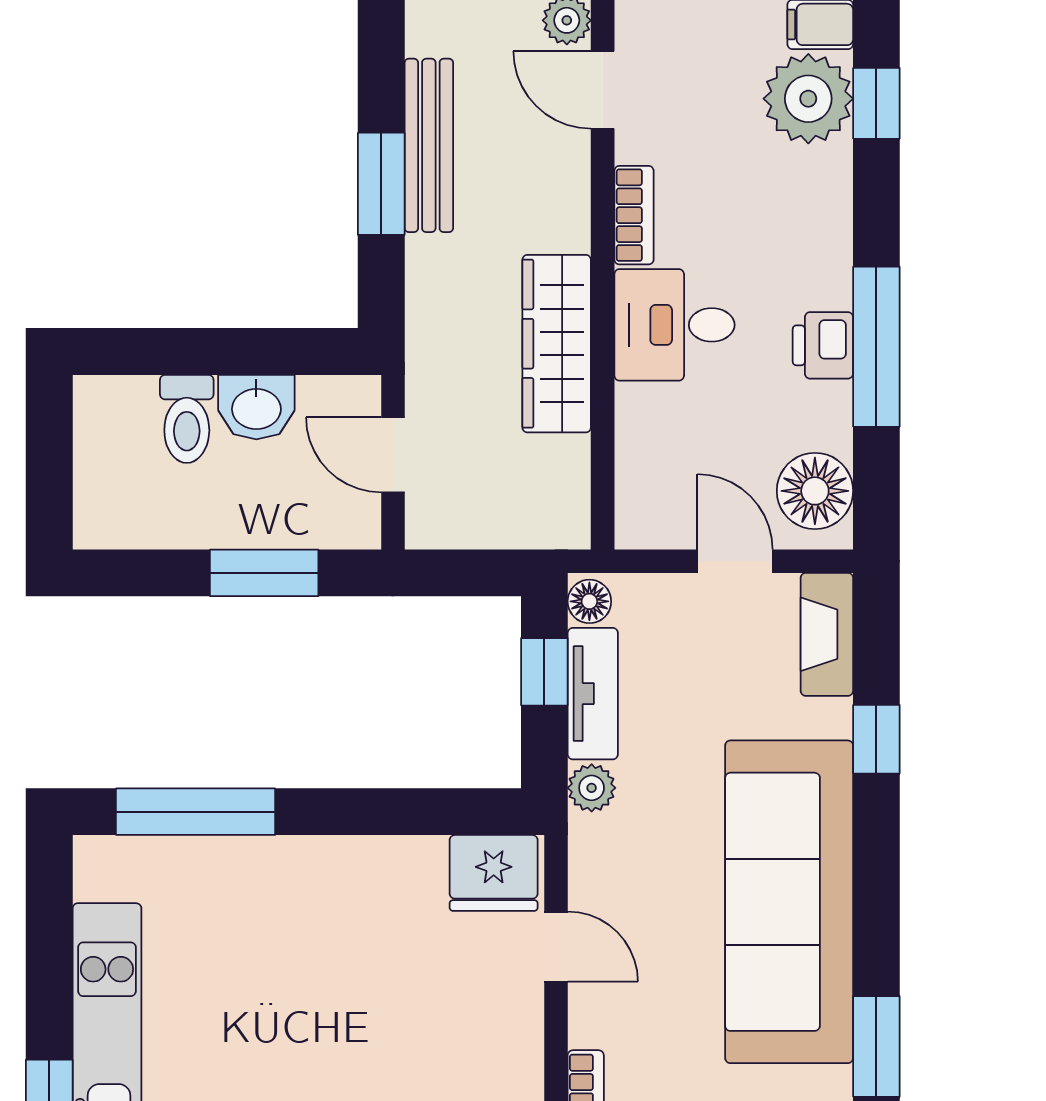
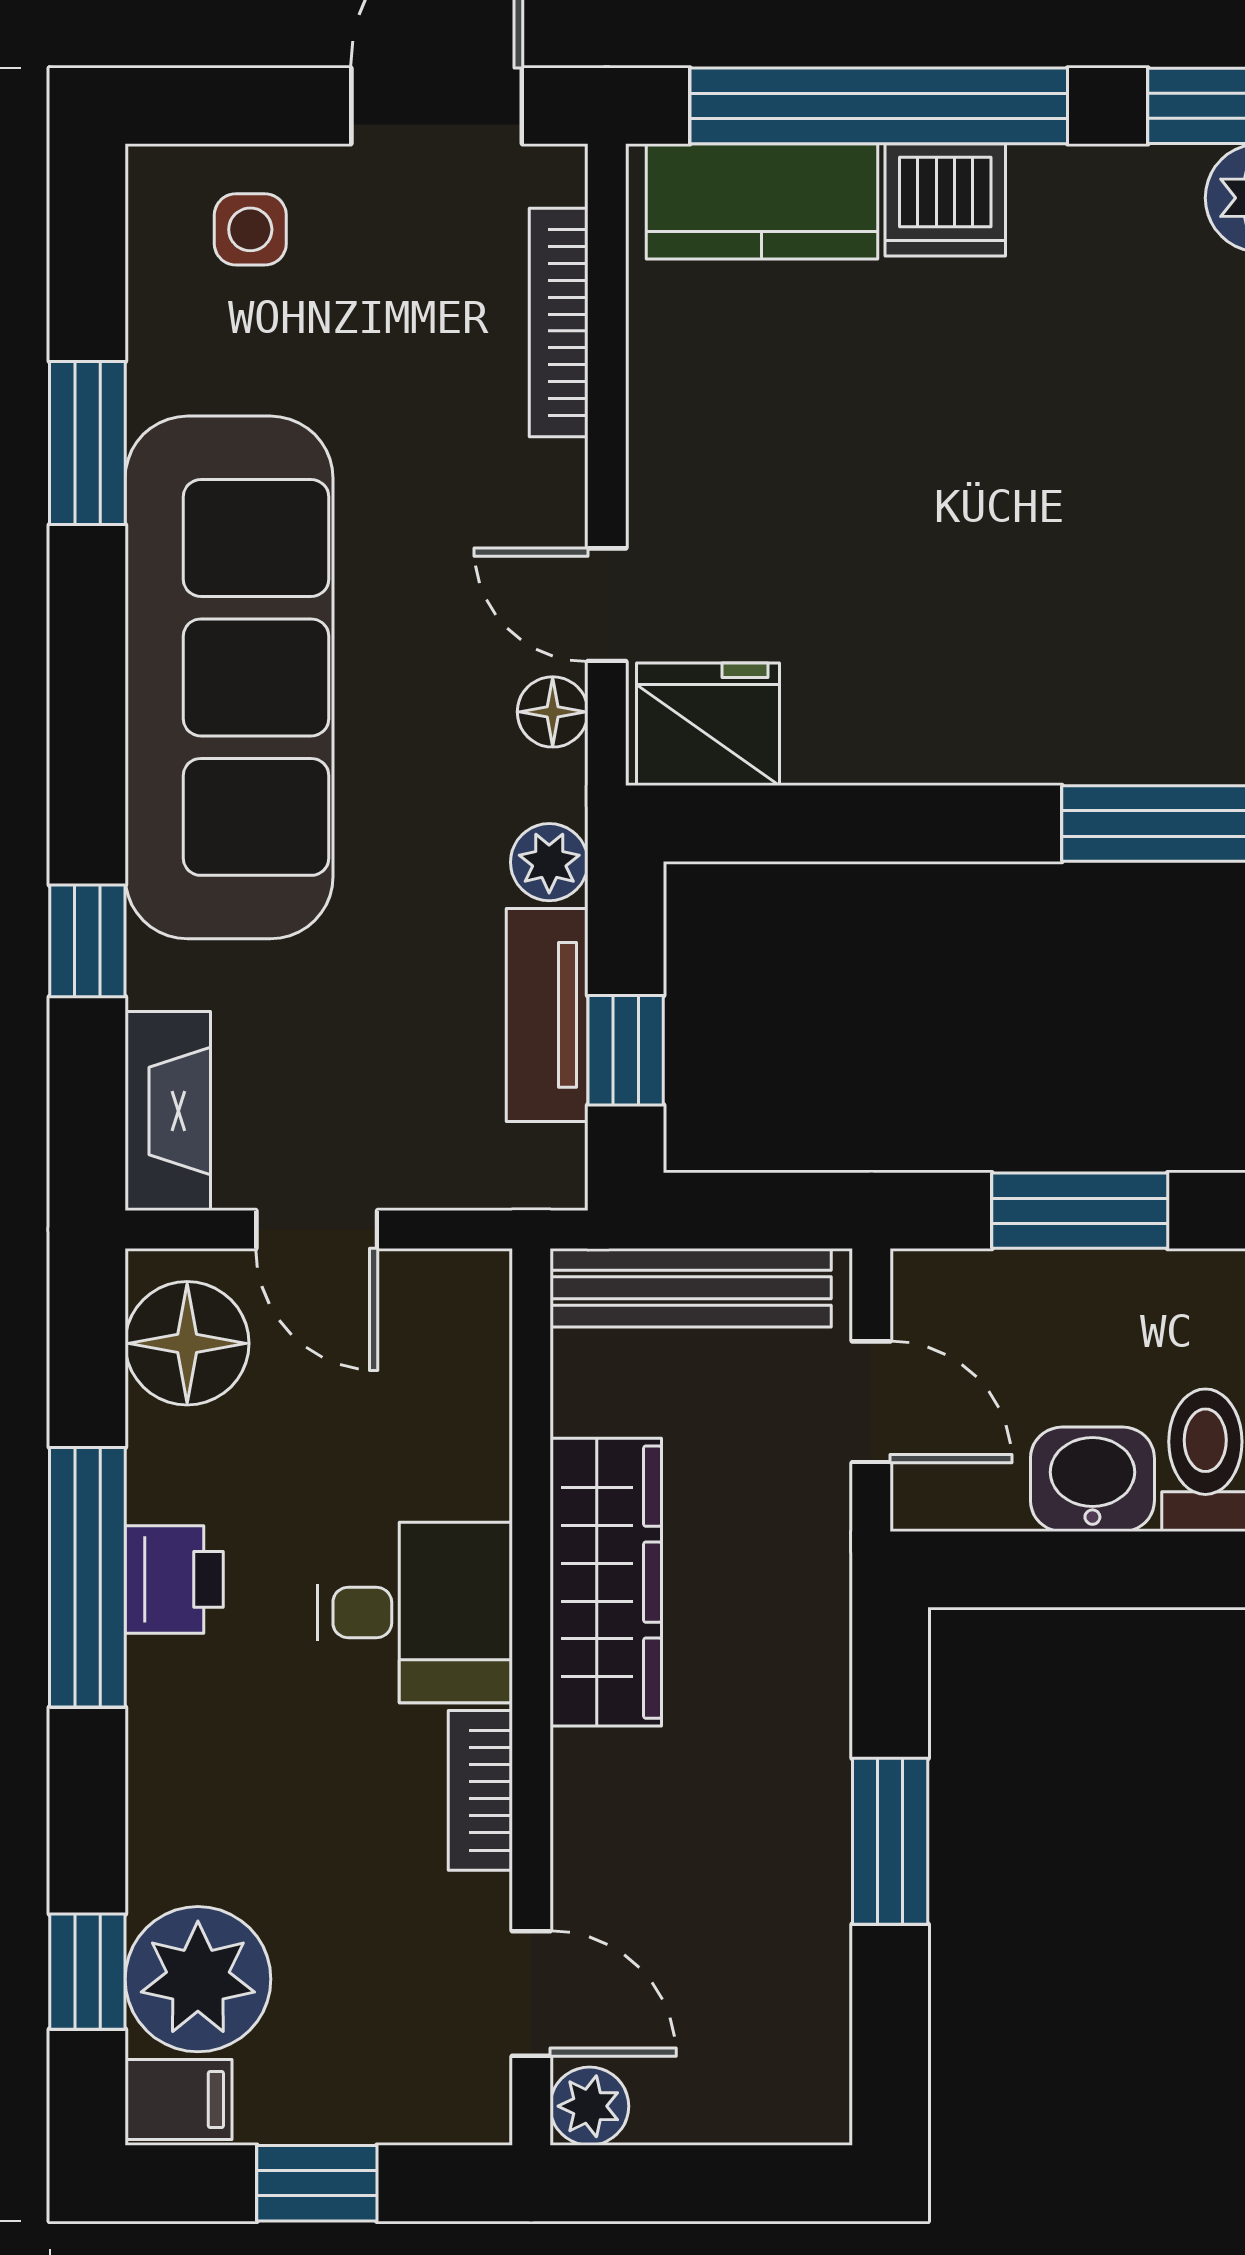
bench: (429, 145) -> (691, 1288), moved, turned 90
floor lamp: (589, 601) -> (553, 712), moved

